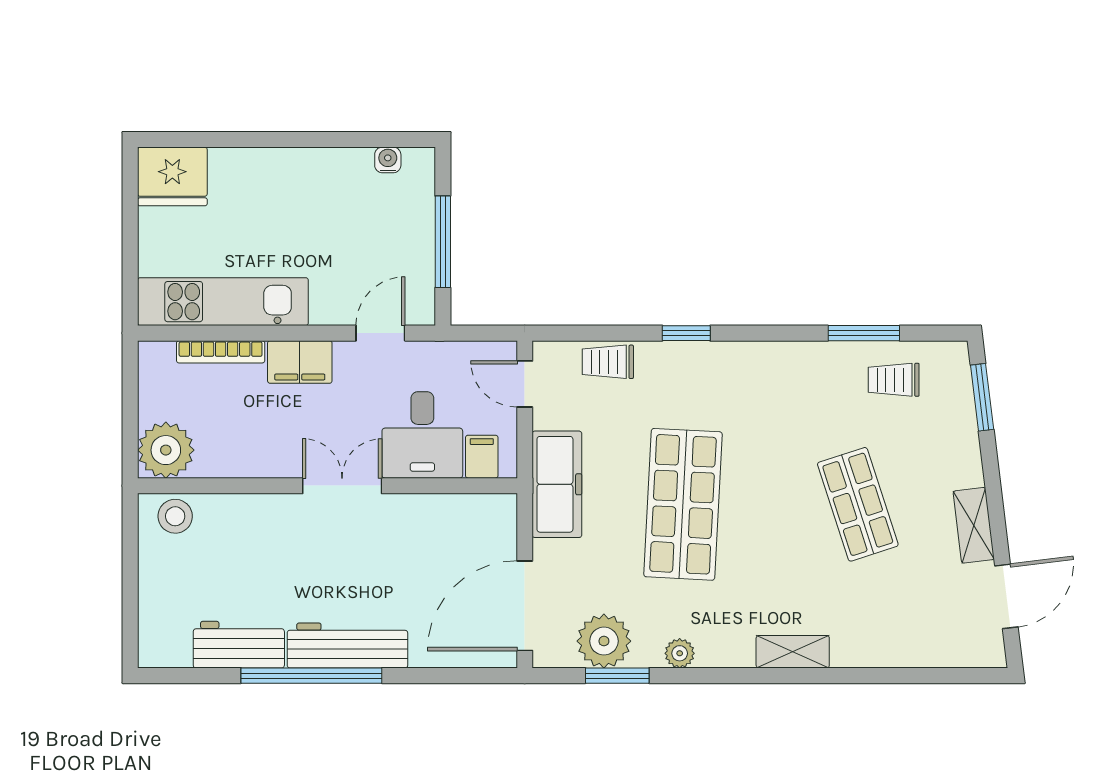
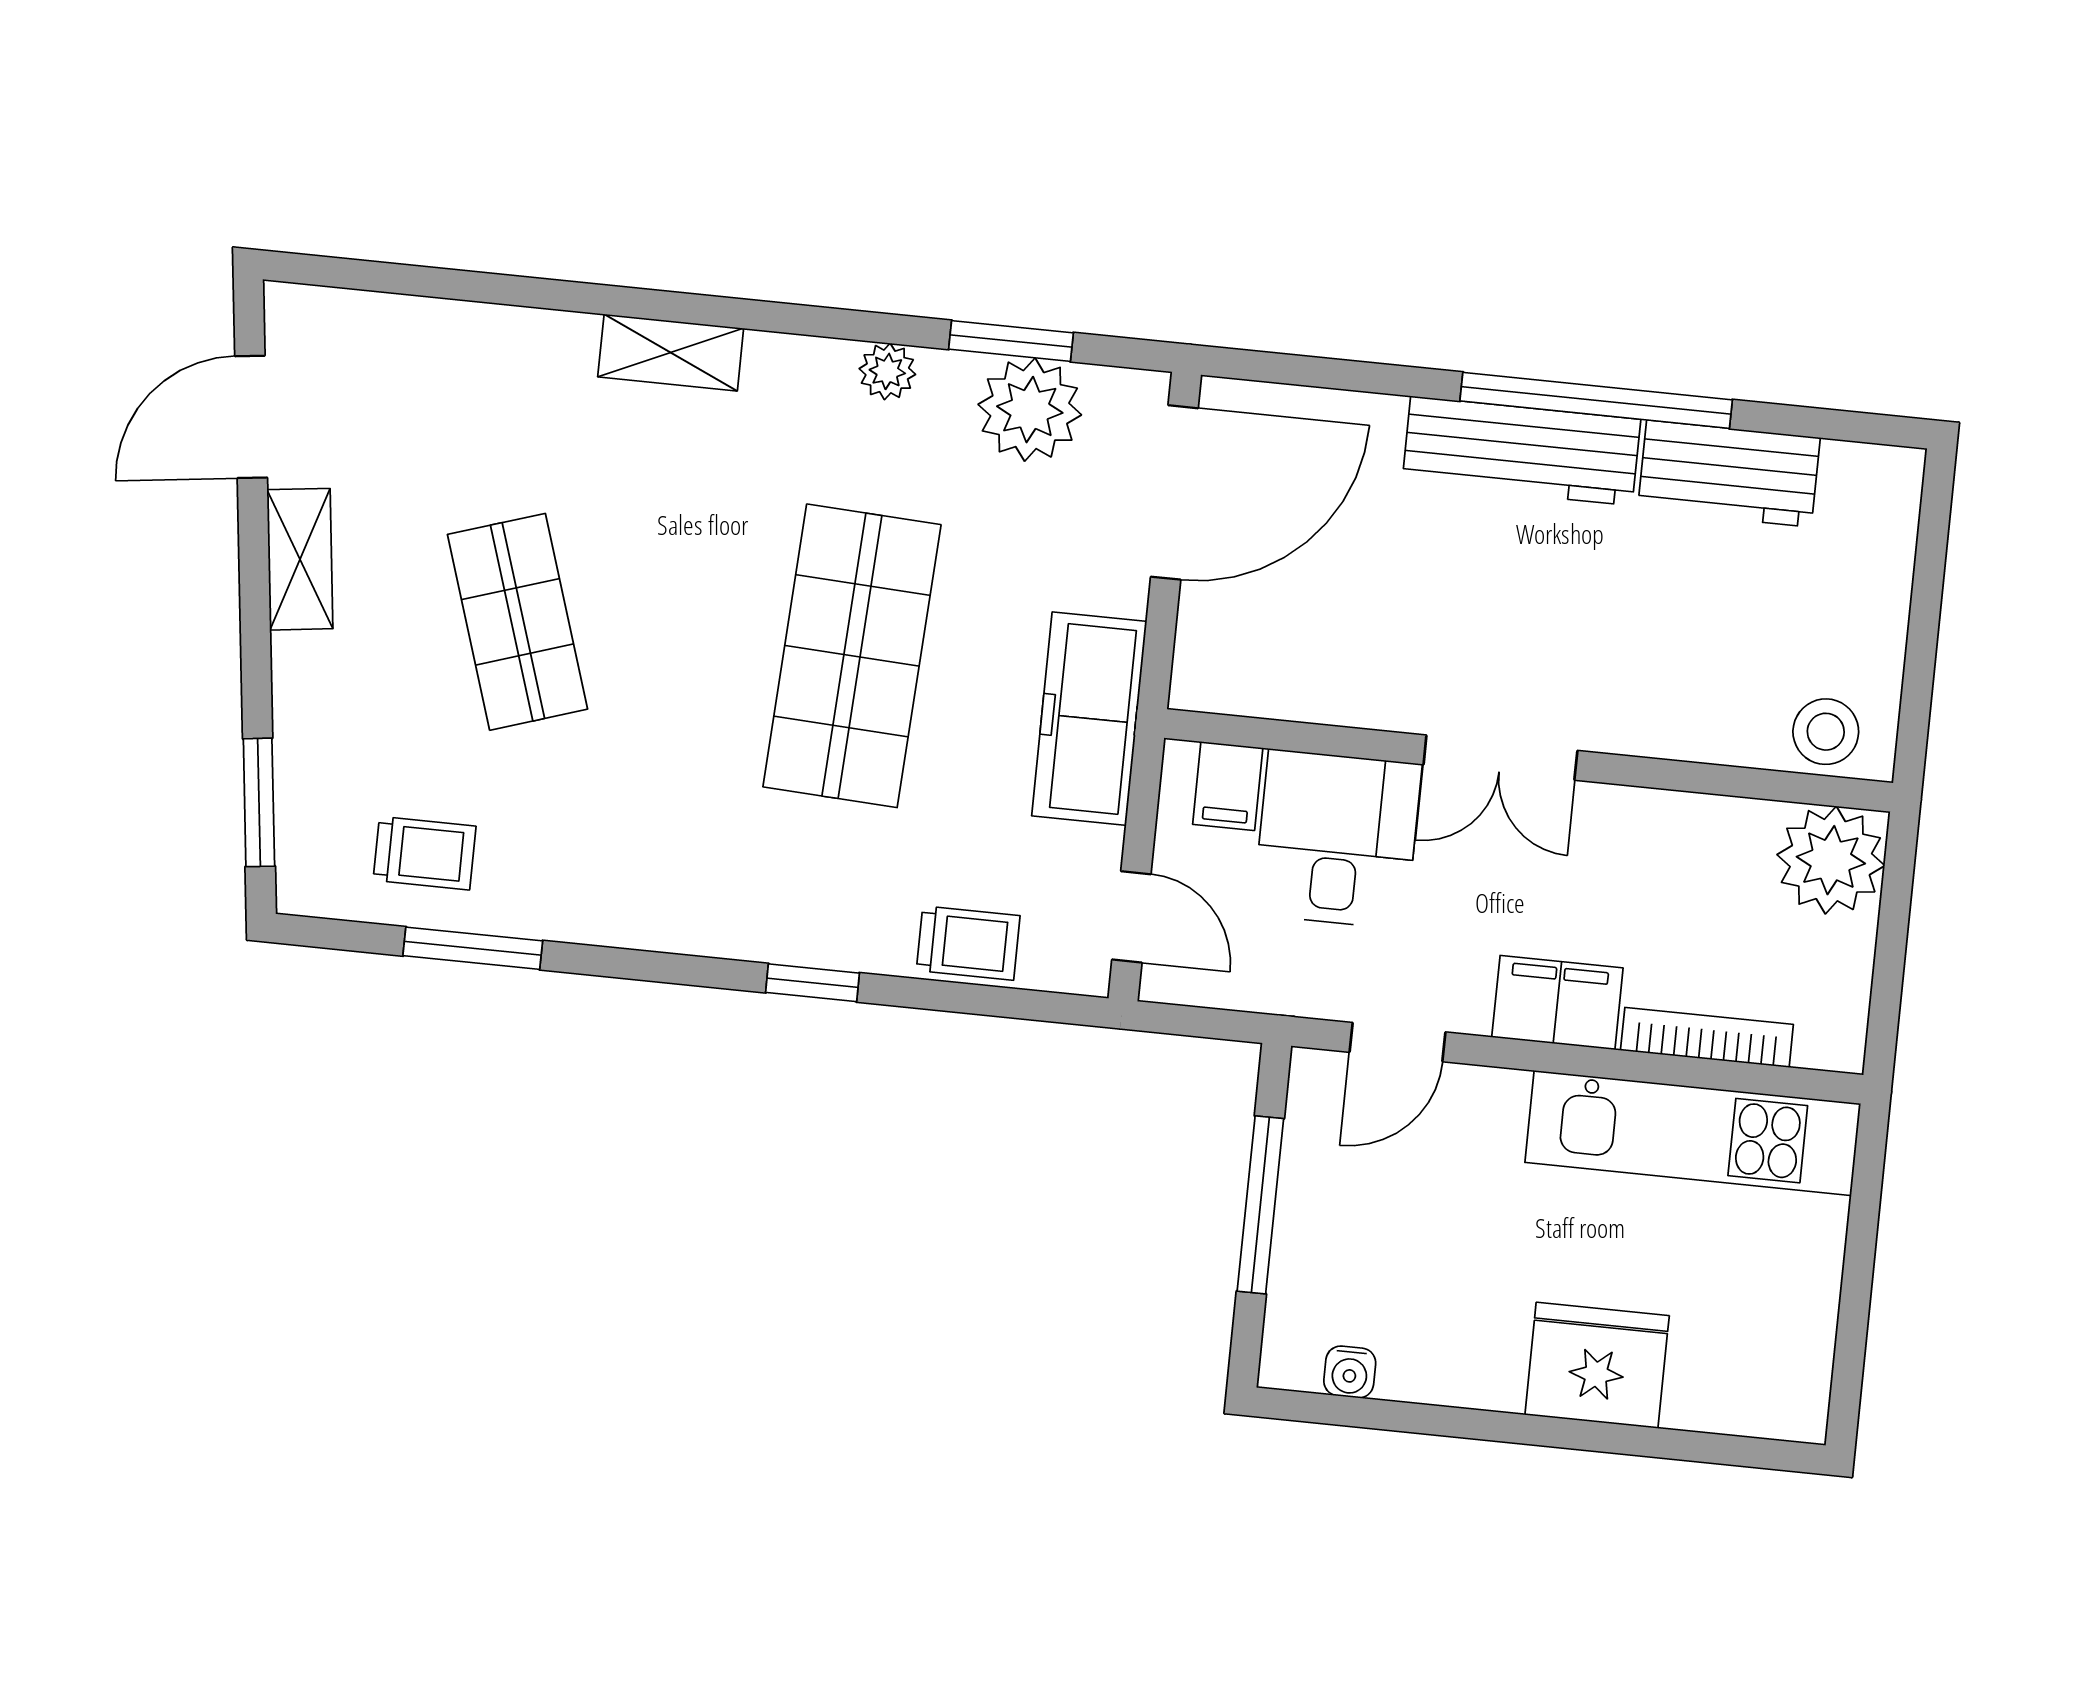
fridge: (172, 176) -> (1597, 1365), moved

